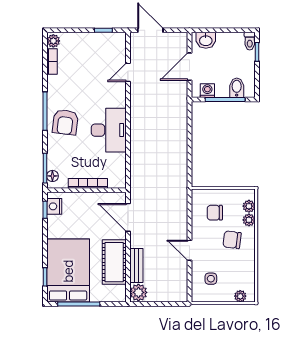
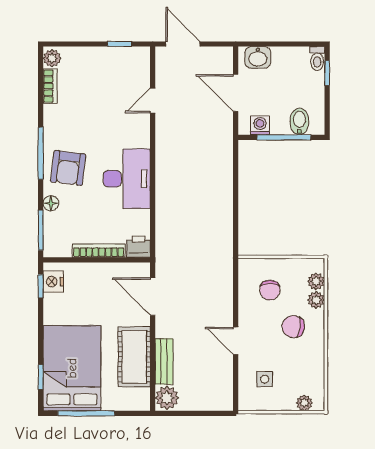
door: (189, 67) -> (236, 93), hinge flipped
floor lamp: (52, 176) -> (51, 203), moved
printer: (117, 180) -> (138, 247), added
chair: (215, 213) -> (270, 290), turned -90

